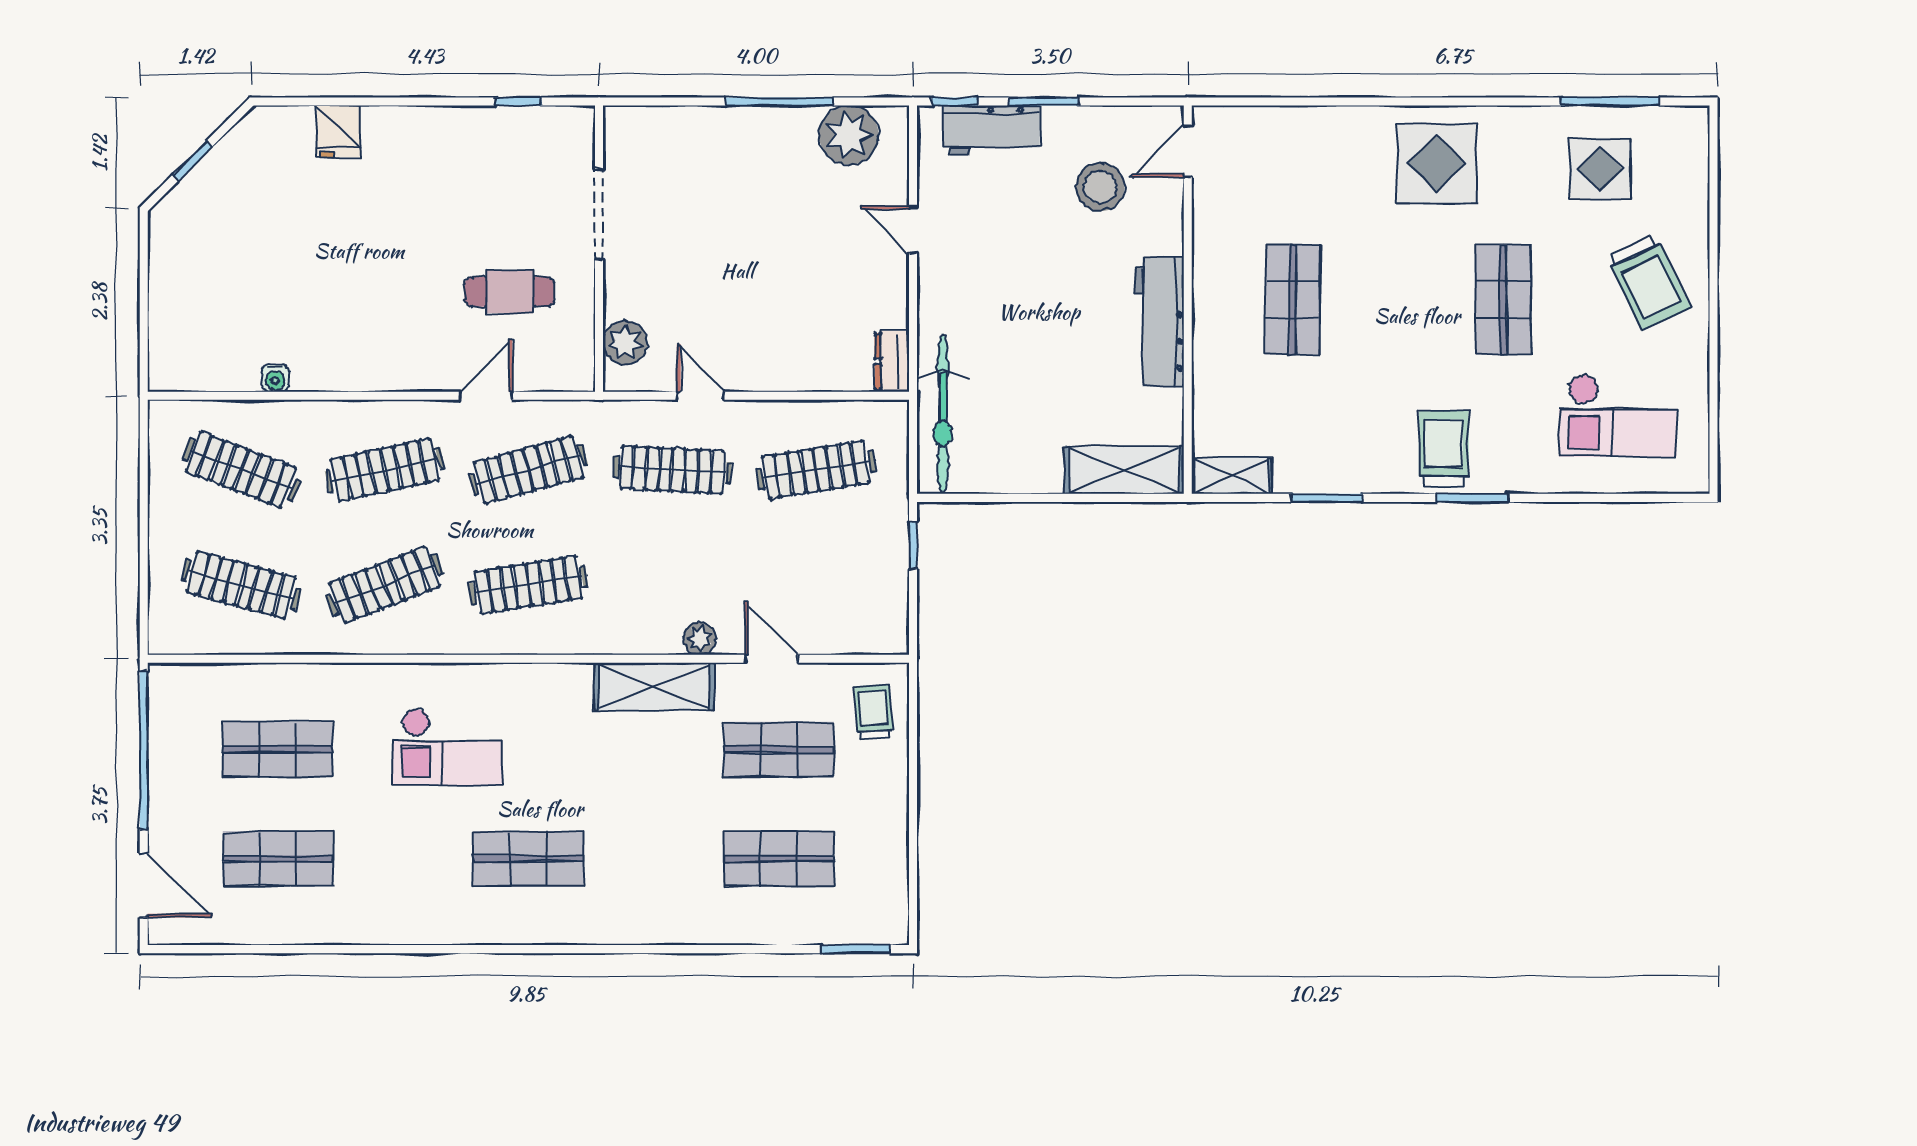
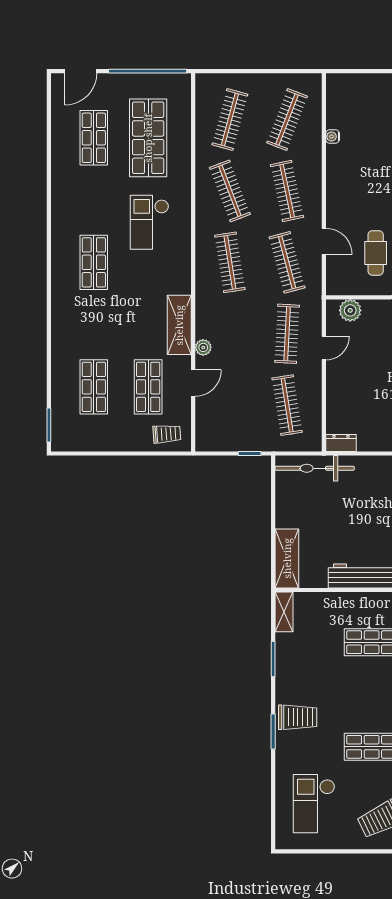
shop shelf: (278, 749) -> (148, 138), width x1.43, depth x1.36

